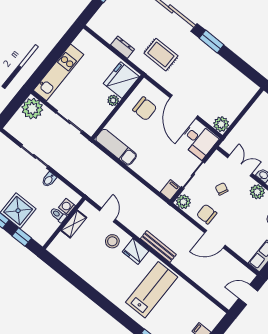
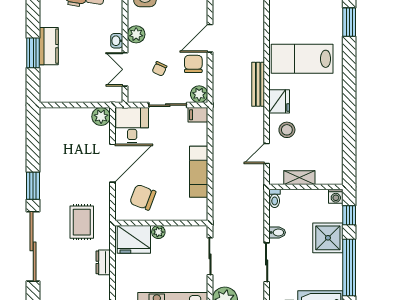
chair: (145, 109) -> (143, 197), turned -69
exam couch: (116, 147) -> (199, 172), moved
washing machine: (67, 207) -> (336, 196), moved
chair: (207, 214) -> (193, 64), turned 180
toilet: (58, 215) -> (275, 198), moved
door: (215, 239) -> (210, 38), swing flipped

